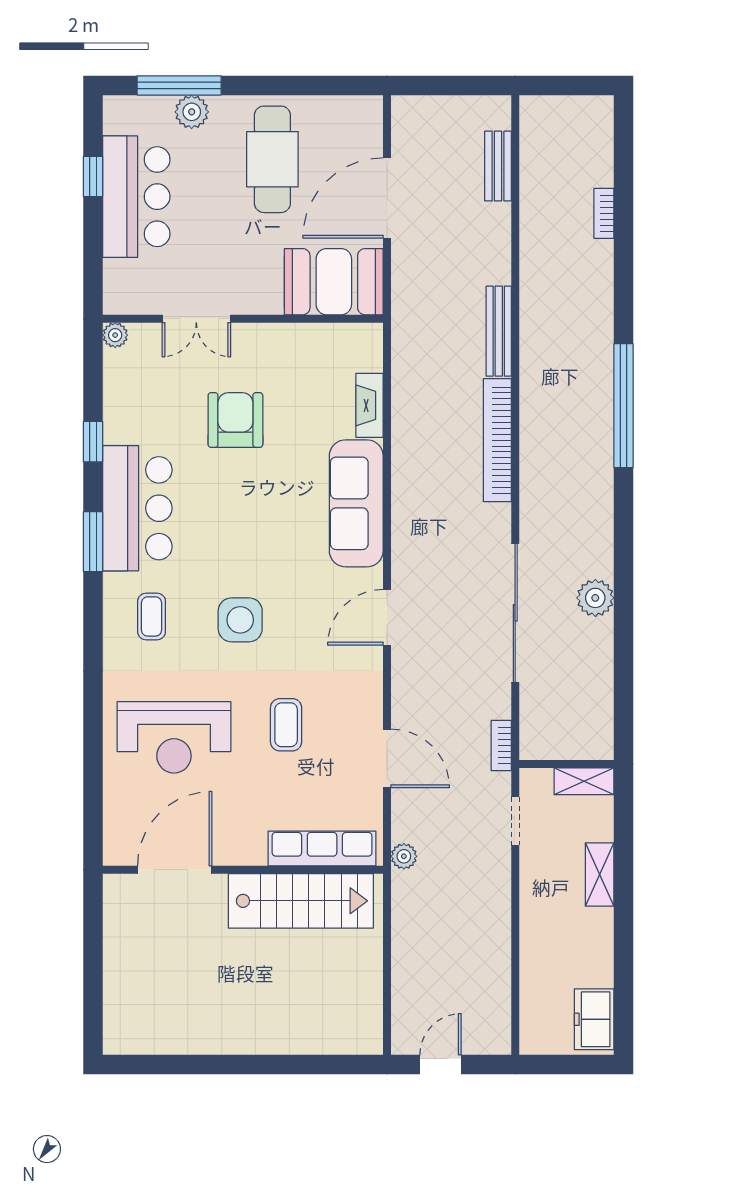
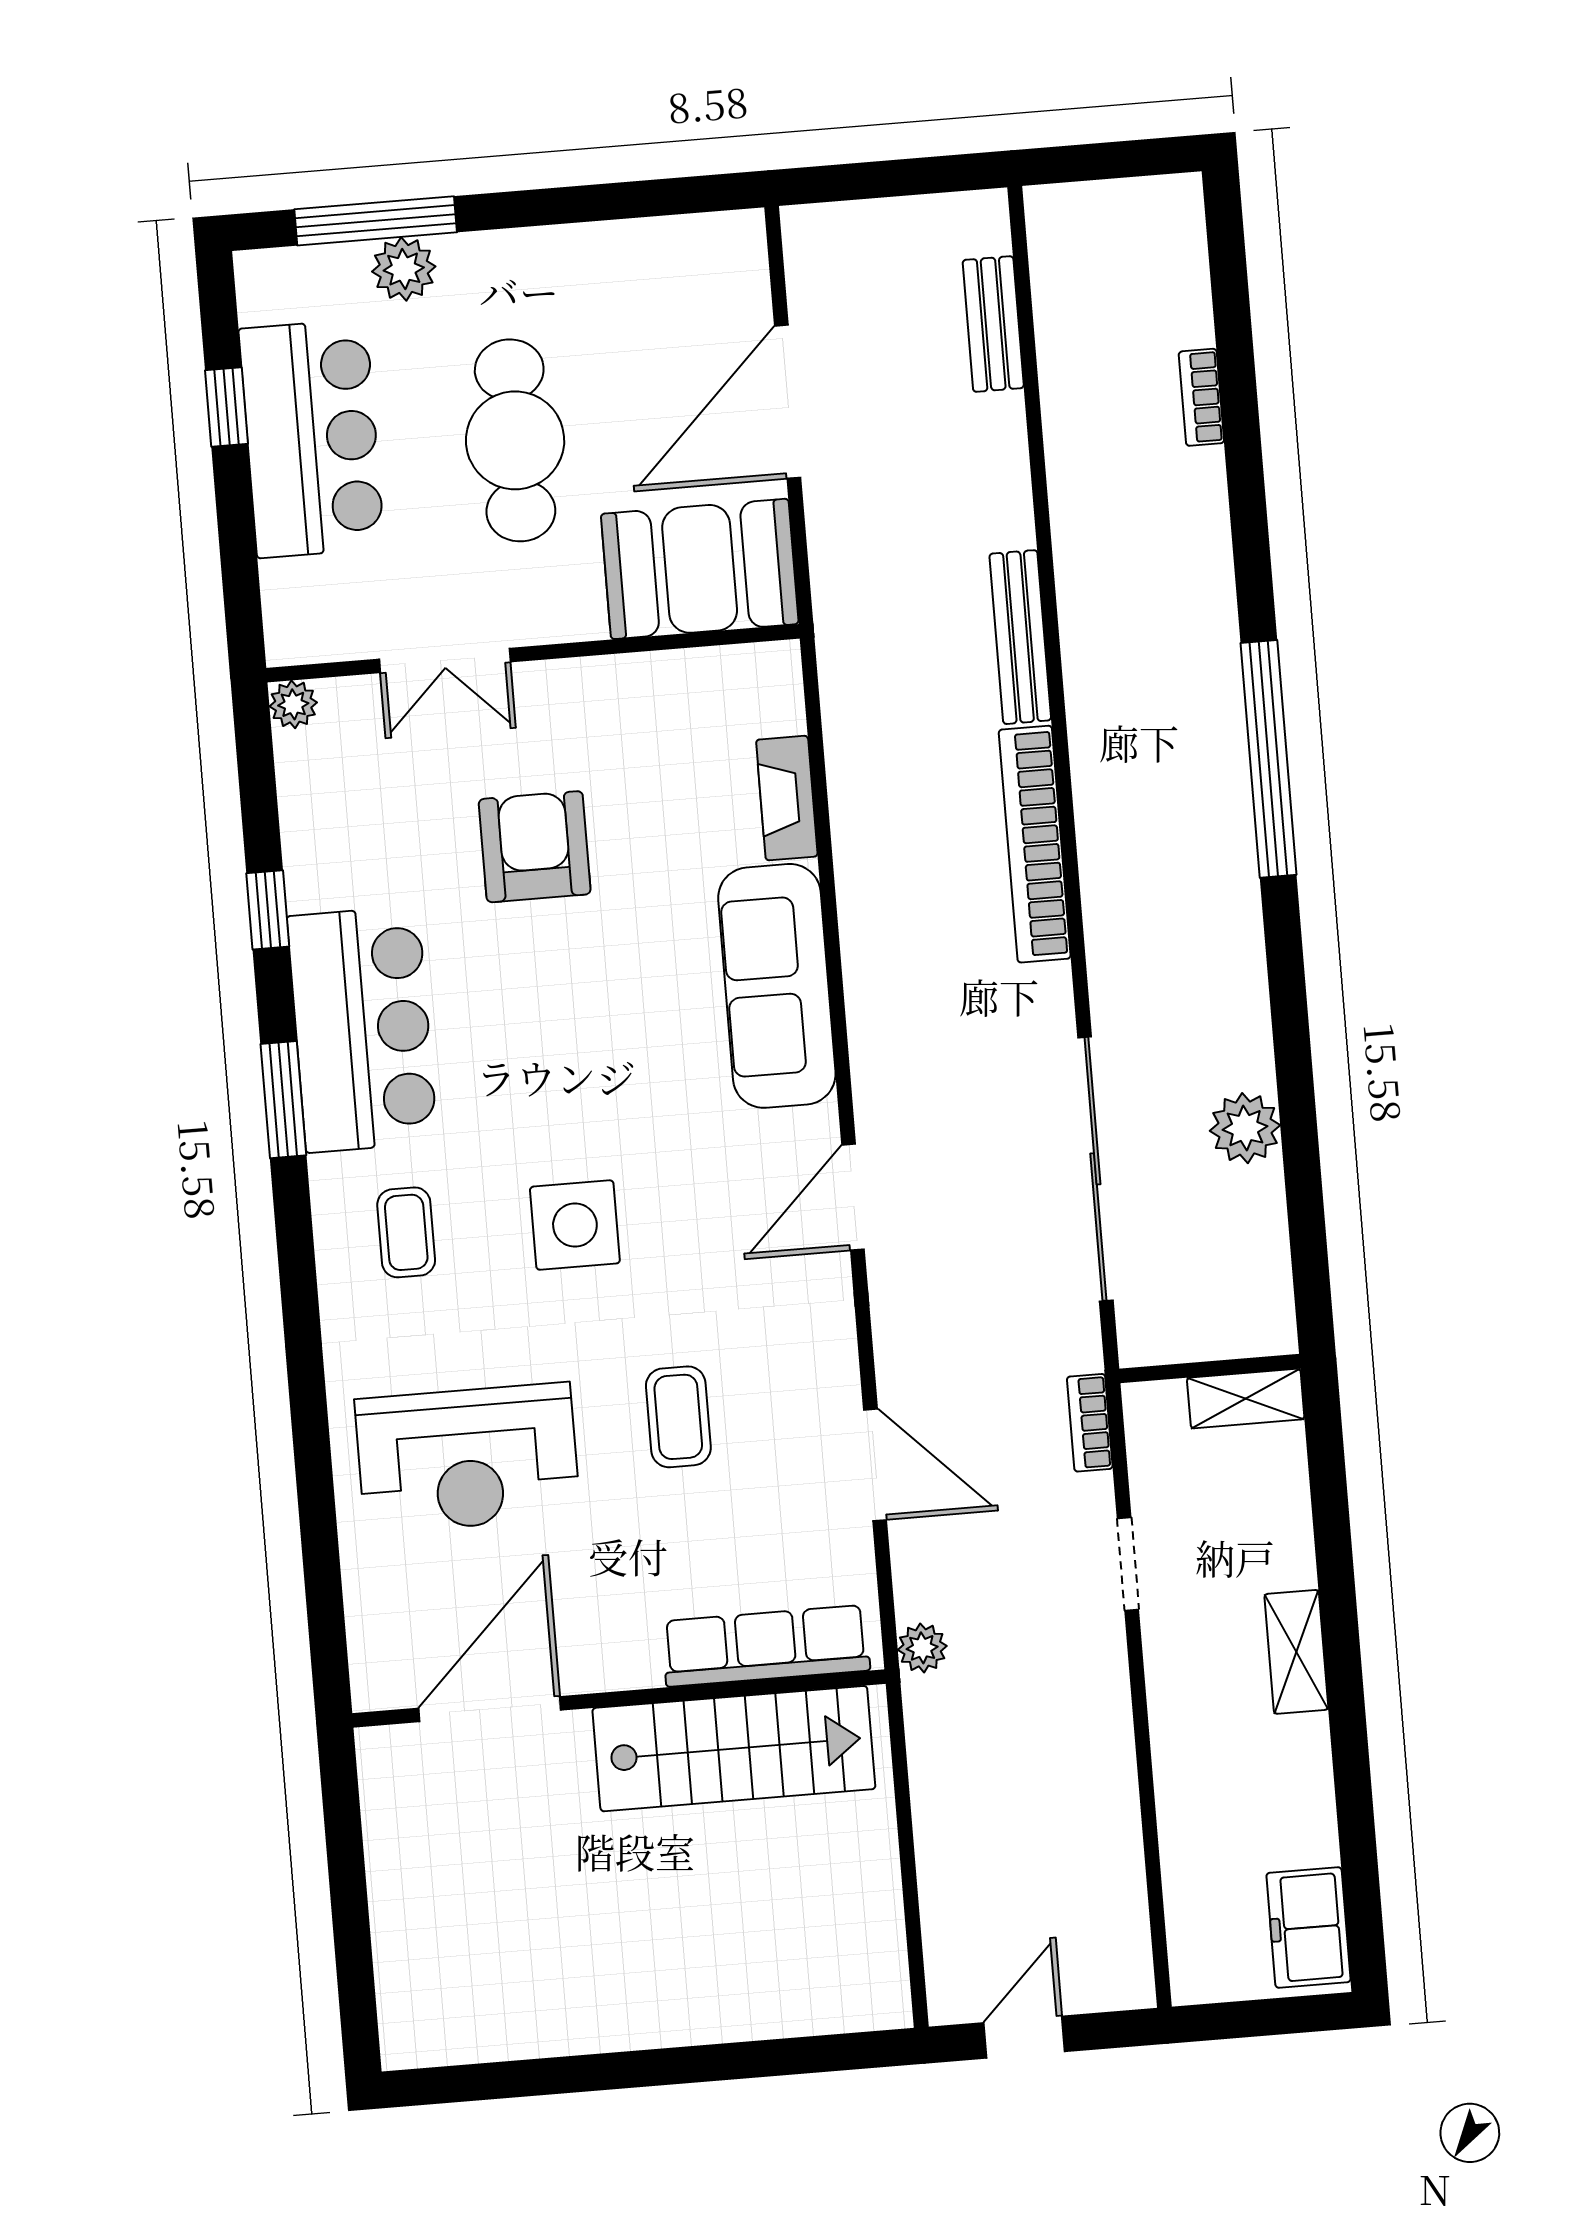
cafe table: (272, 159) -> (515, 440), moved
wall: (566, 764) -> (1210, 1368), moved
shelving: (584, 781) -> (1246, 1399), moved

